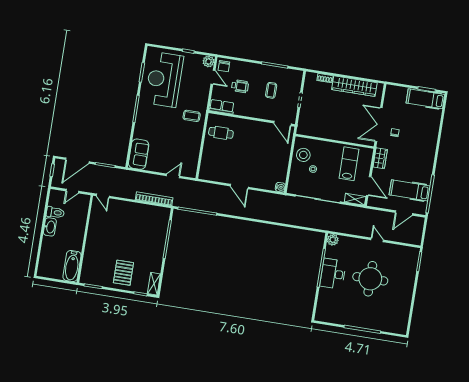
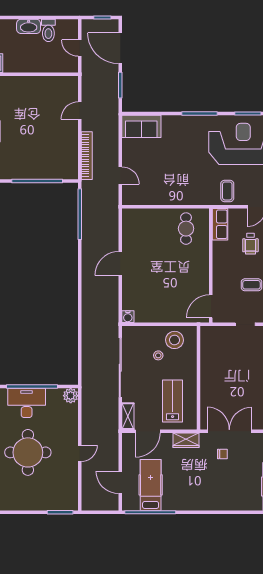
coffee table: (192, 116) -> (227, 191), moved
lab bench: (349, 164) -> (173, 401), turned -90
door: (103, 196) -> (80, 111), moved

